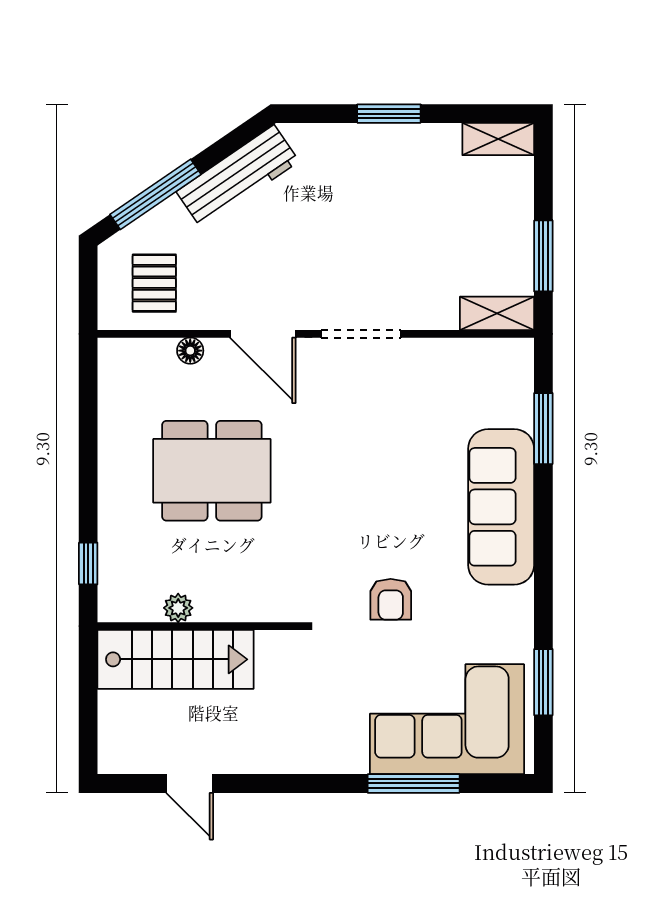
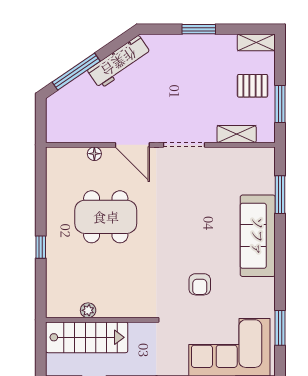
pallet: (154, 283) -> (253, 86), moved, turned 90
shelving: (497, 313) -> (237, 134), moved
window: (88, 563) -> (41, 247), moved
plant: (178, 608) -> (88, 310), moved
wall: (201, 626) -> (100, 320), moved
stairs: (176, 659) -> (87, 337), moved

